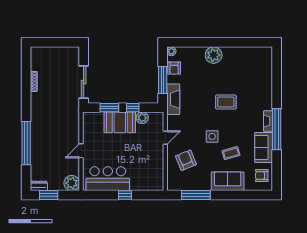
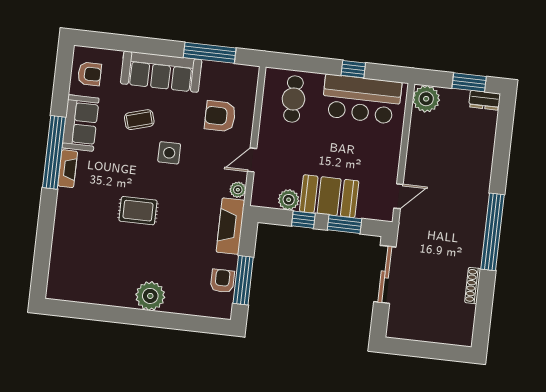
plant: (171, 51) -> (238, 190), moved
window: (163, 80) -> (243, 280), moved
window: (26, 143) -> (492, 232), moved
door: (81, 151) -> (398, 196), moved
armchair: (186, 160) -> (220, 116), turned 112
cafe table: (146, 174) -> (293, 99), added
sofa: (228, 181) -> (161, 72), width x1.36
window: (125, 195) -> (353, 69), moved

